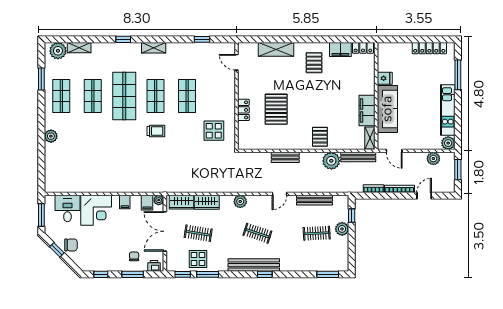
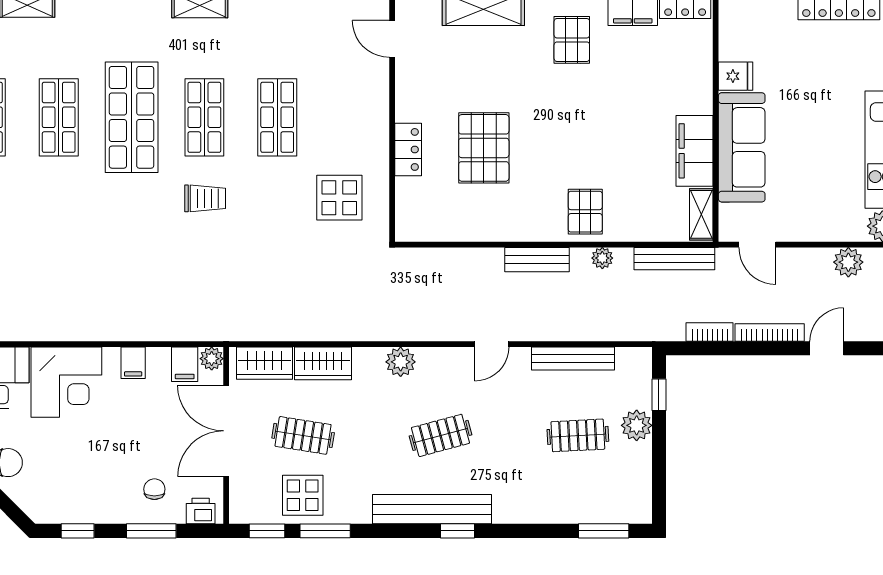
bench: (285, 157) -> (537, 260), moved
plant: (331, 161) -> (602, 258), width x0.53, depth x0.53
clothes rail: (257, 233) -> (440, 435), turned -33

